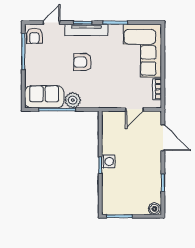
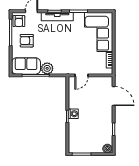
armchair: (83, 62) -> (27, 41), moved
door: (134, 109) -> (82, 75), moved

